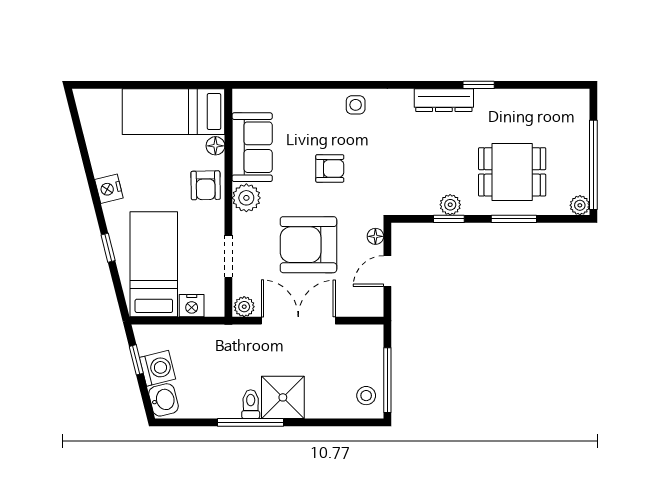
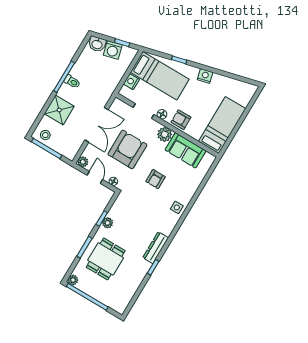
floor lamp: (215, 146) -> (162, 114), moved
plant: (244, 307) -> (83, 162), moved
shower: (283, 397) -> (59, 110), moved

